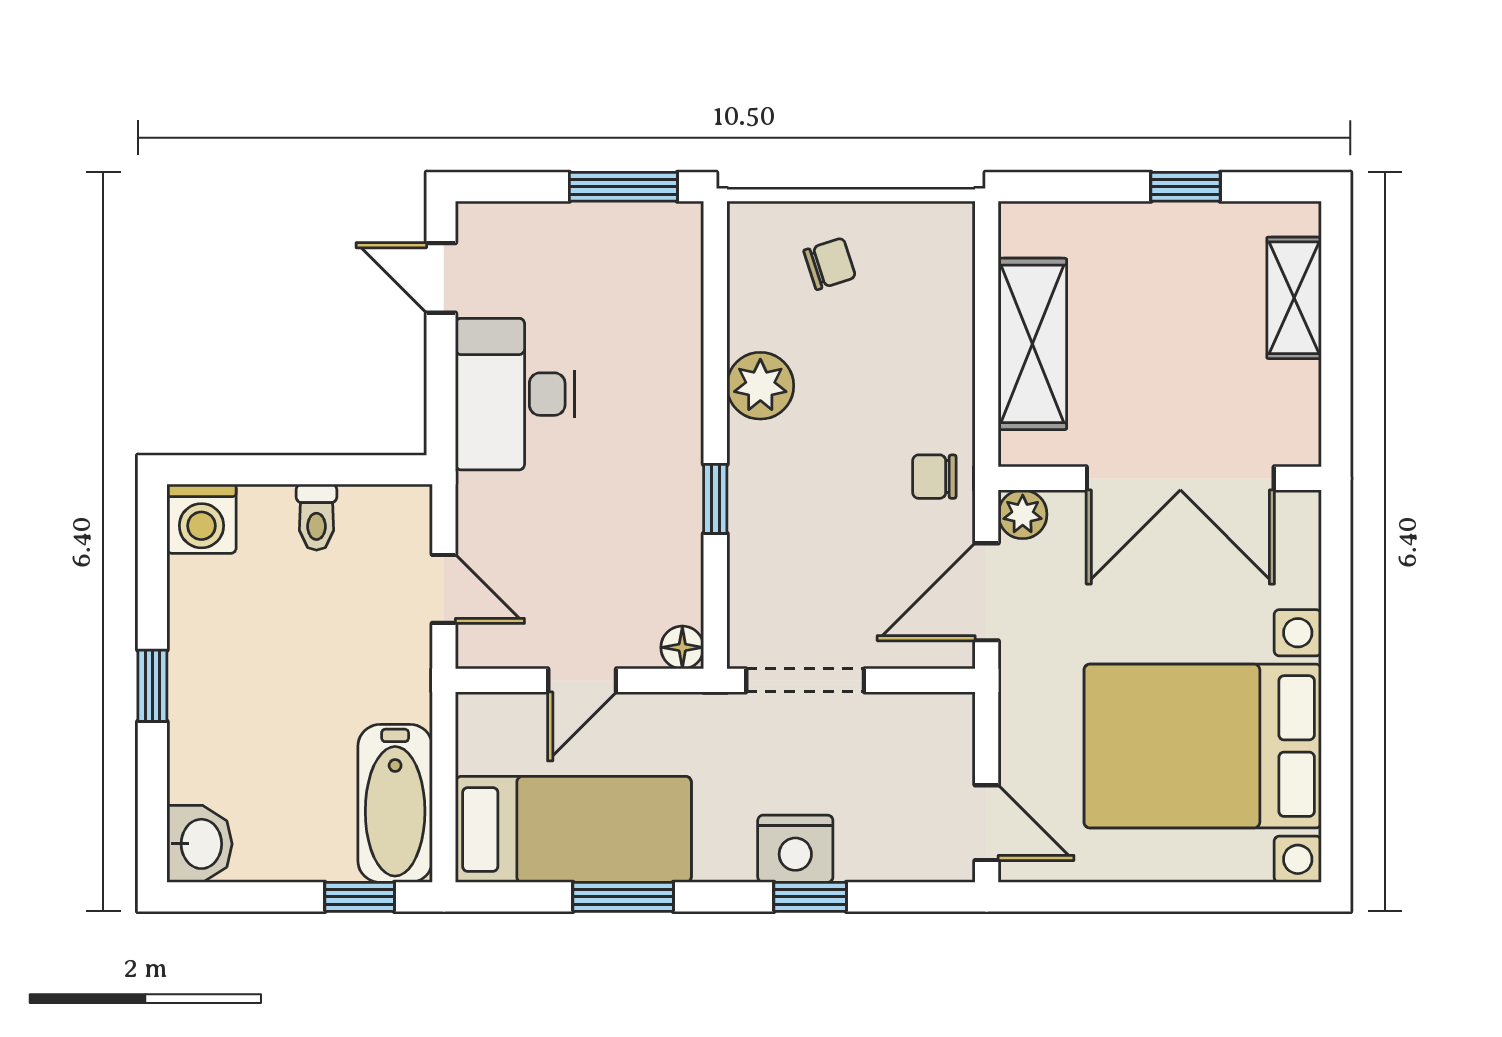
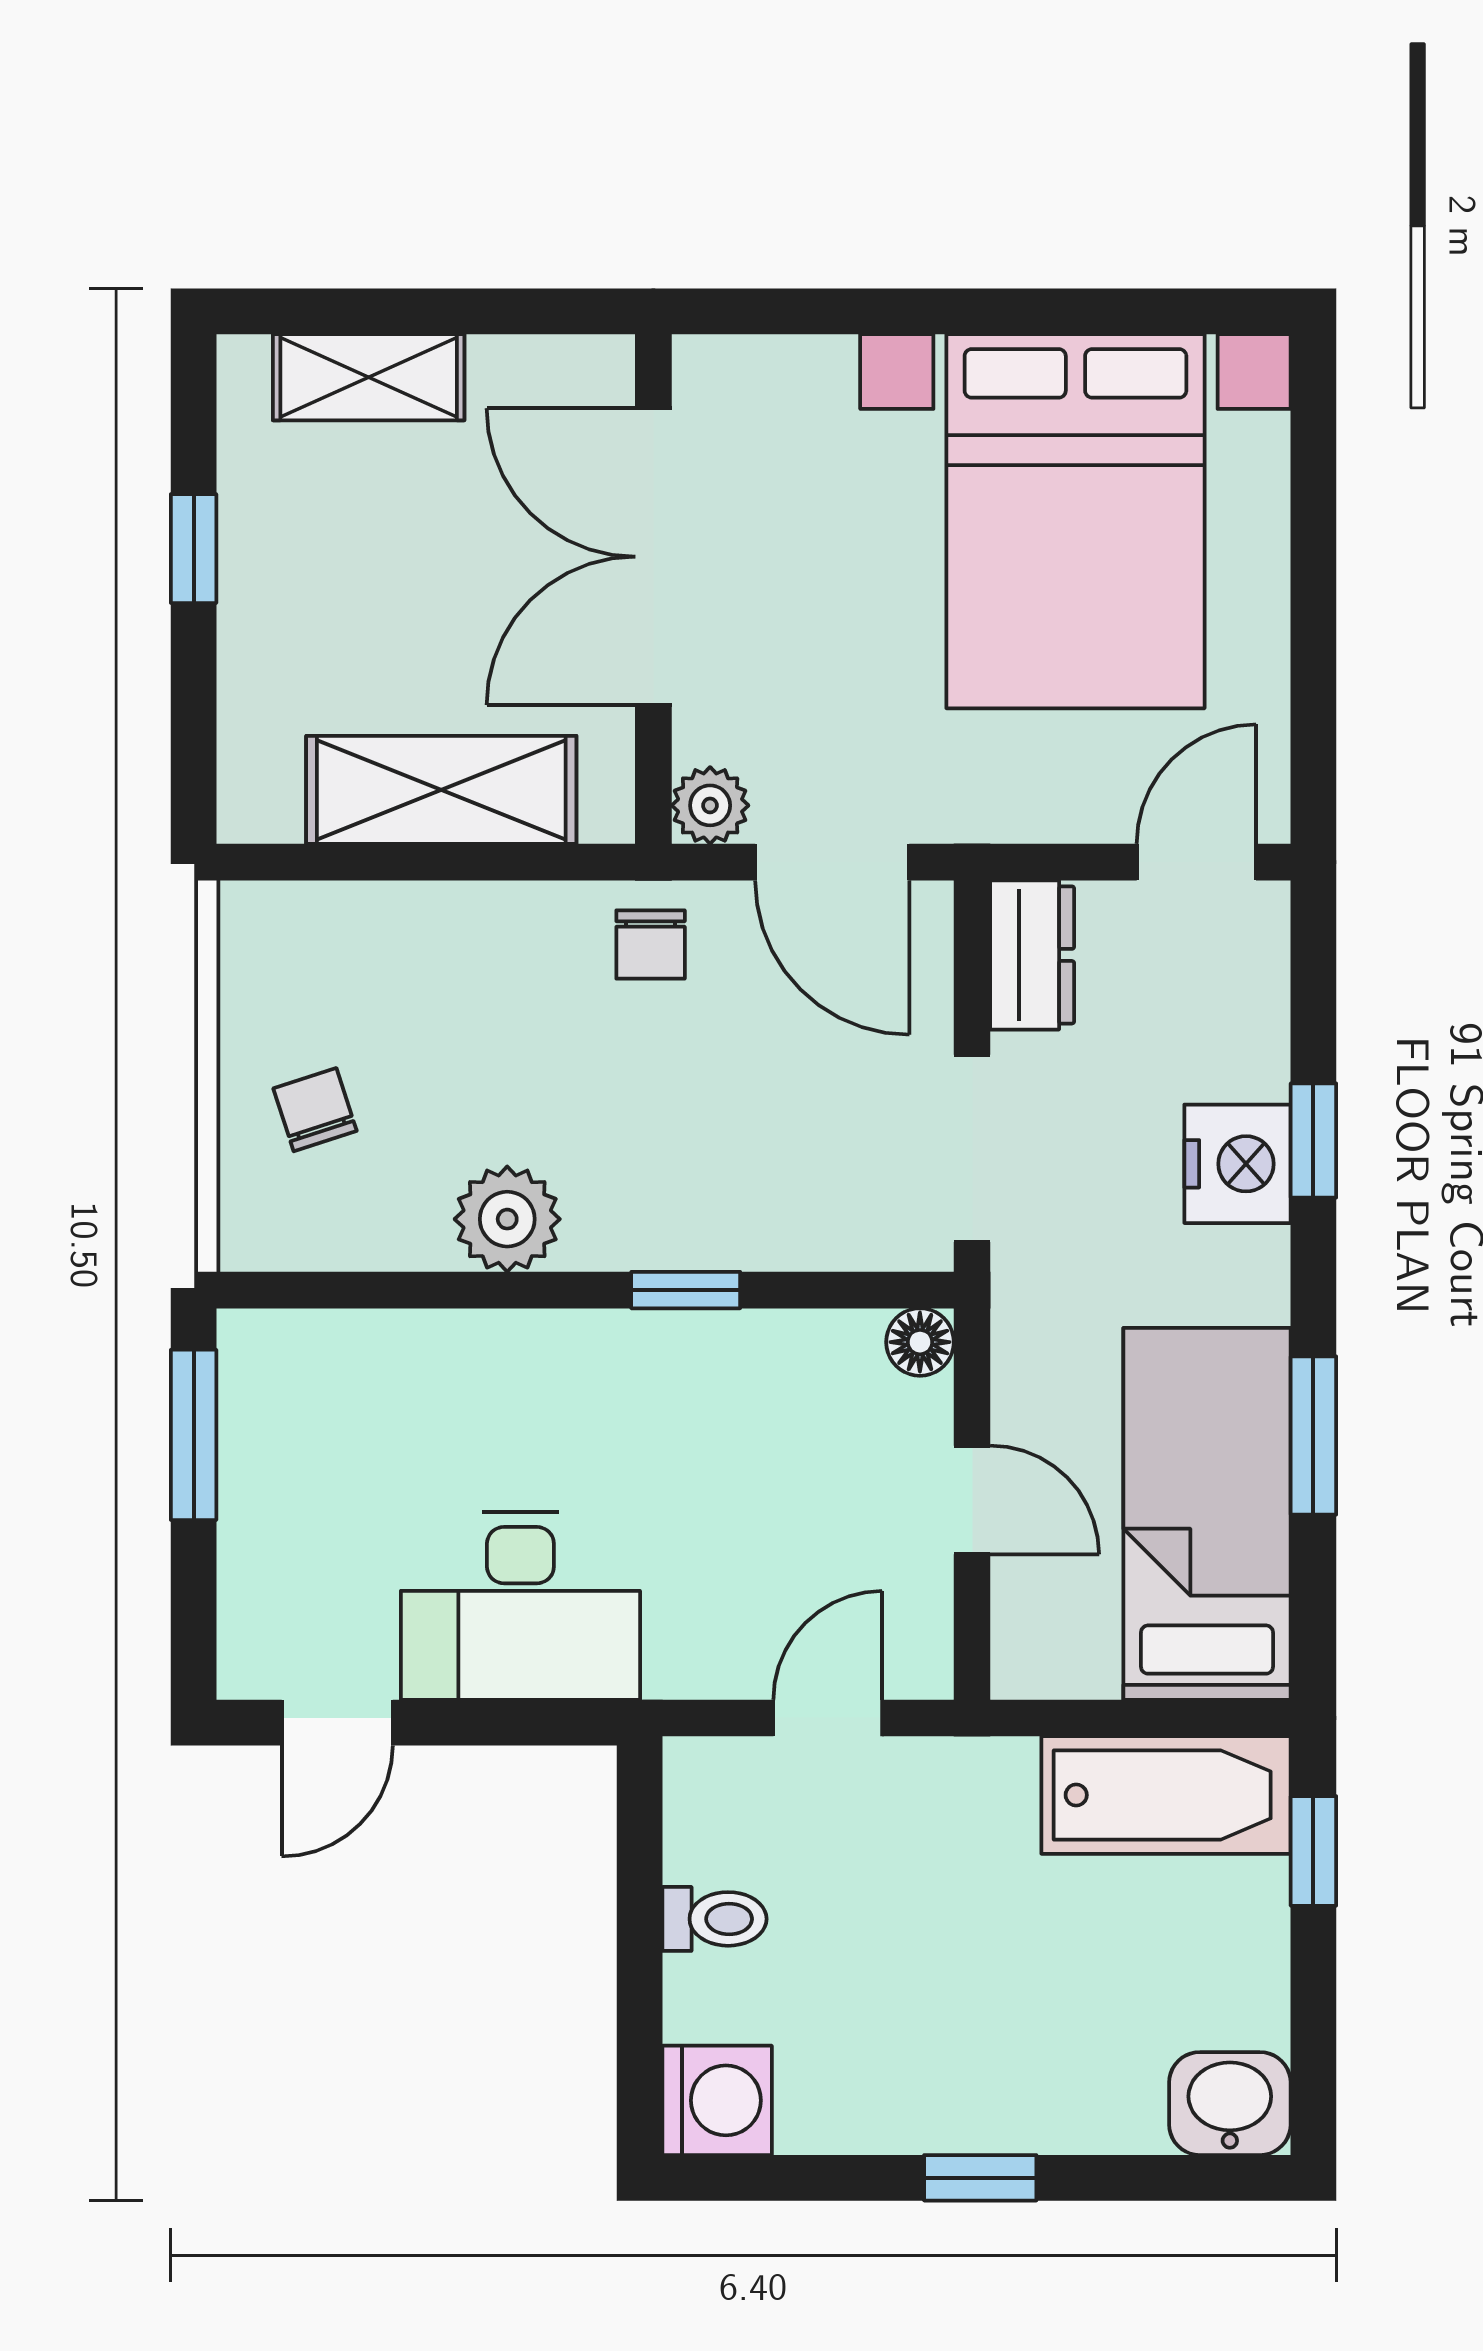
double door: (1180, 478) -> (653, 557), swing flipped
dresser: (928, 719) -> (1032, 955), added

